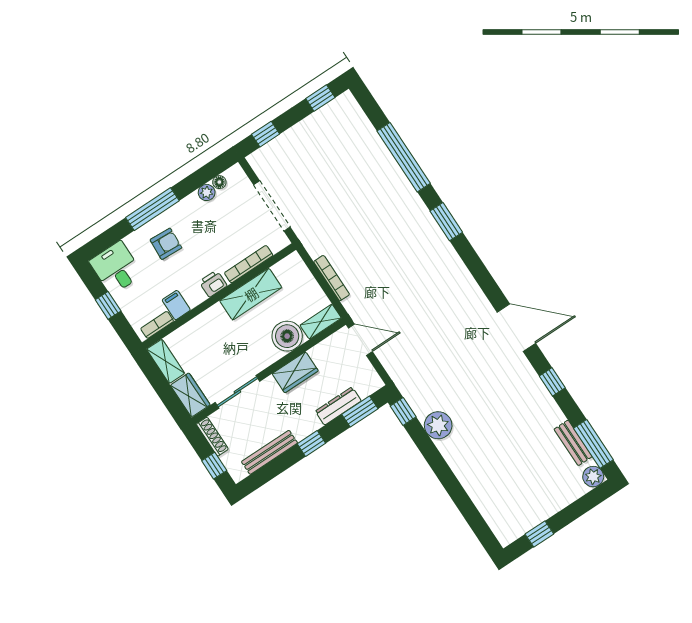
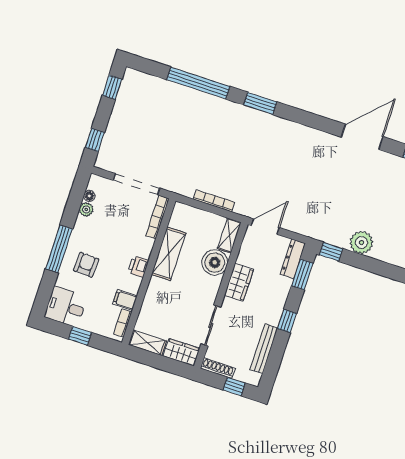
bookcase: (249, 264) -> (157, 217), moved
dresser: (338, 406) -> (293, 259), moved

